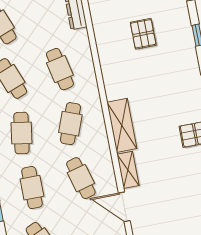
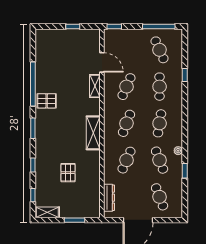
cafe table: (60, 69) -> (127, 160), turned 36
shelving: (122, 125) -> (93, 133), moved
cafe table: (81, 178) -> (127, 87), turned 39

